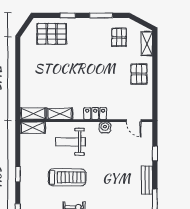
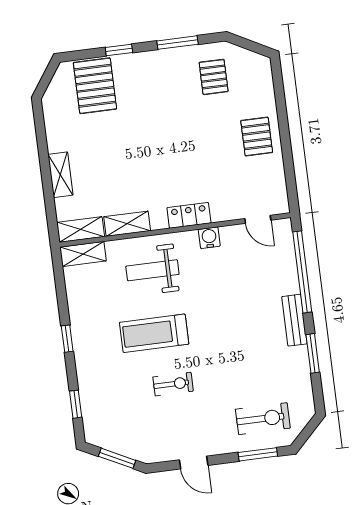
pallet: (52, 34) -> (95, 86), turned 90
shelving: (147, 44) -> (60, 175), moved
window: (155, 154) -> (302, 272), width x3.17
treadmill: (67, 177) -> (154, 333), turned 180

